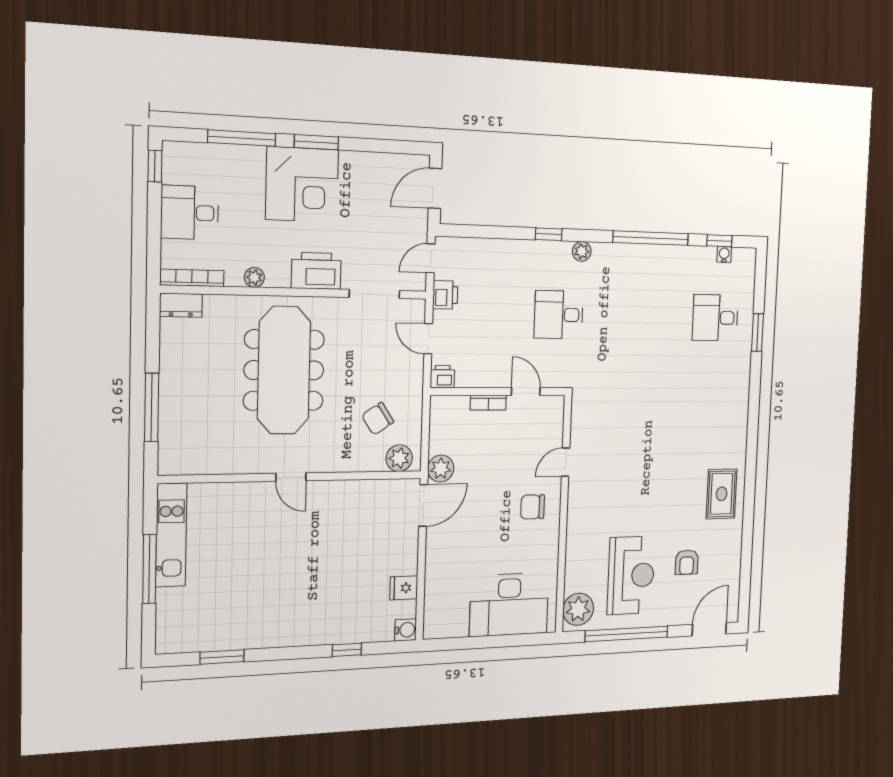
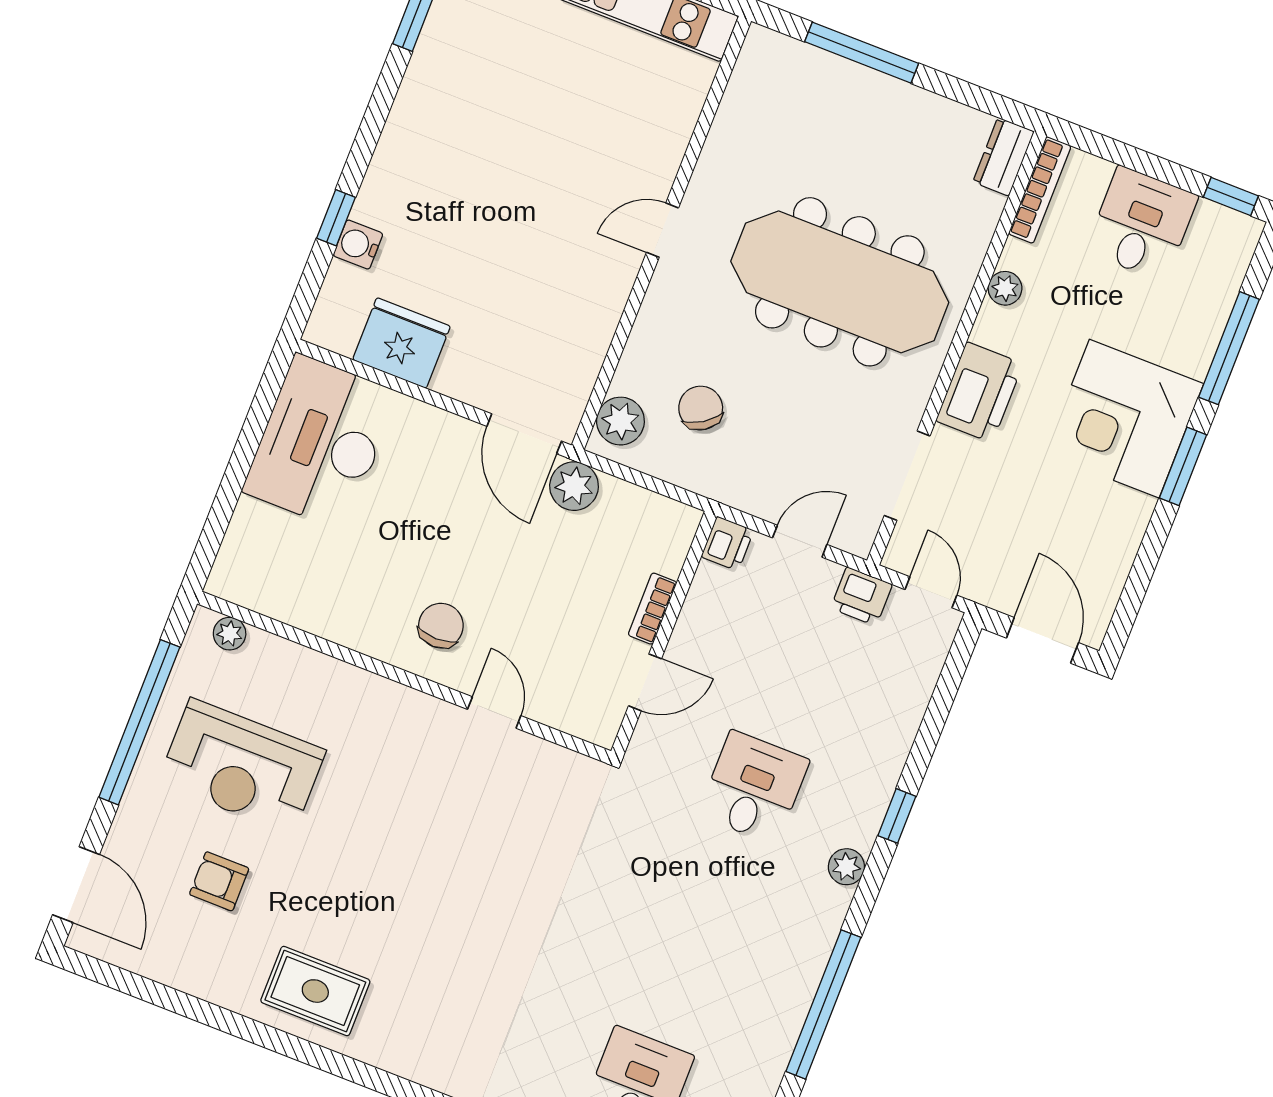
fridge: (404, 588) -> (401, 343), width x1.88, depth x1.34
desk: (509, 605) -> (321, 442), moved
plant: (578, 609) -> (230, 634), width x0.53, depth x0.53
water cooler: (406, 630) -> (358, 245), moved, turned 90

